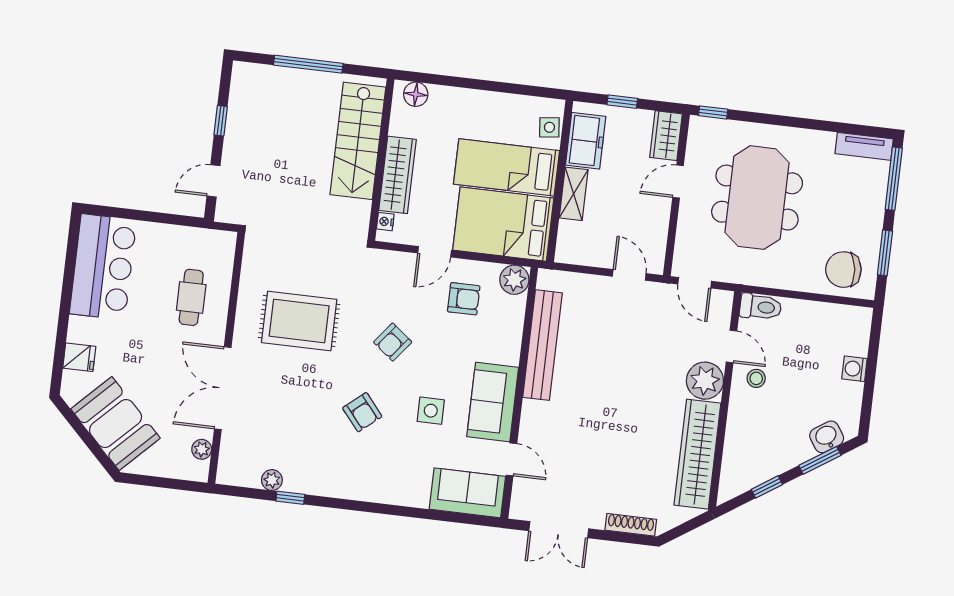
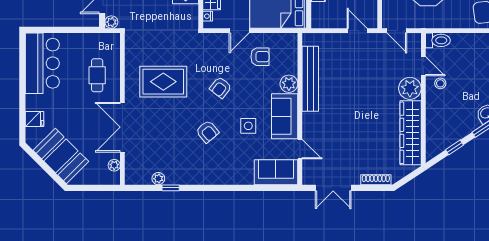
plant: (225, 212) -> (111, 22), added
plant: (514, 280) -> (289, 84), moved

